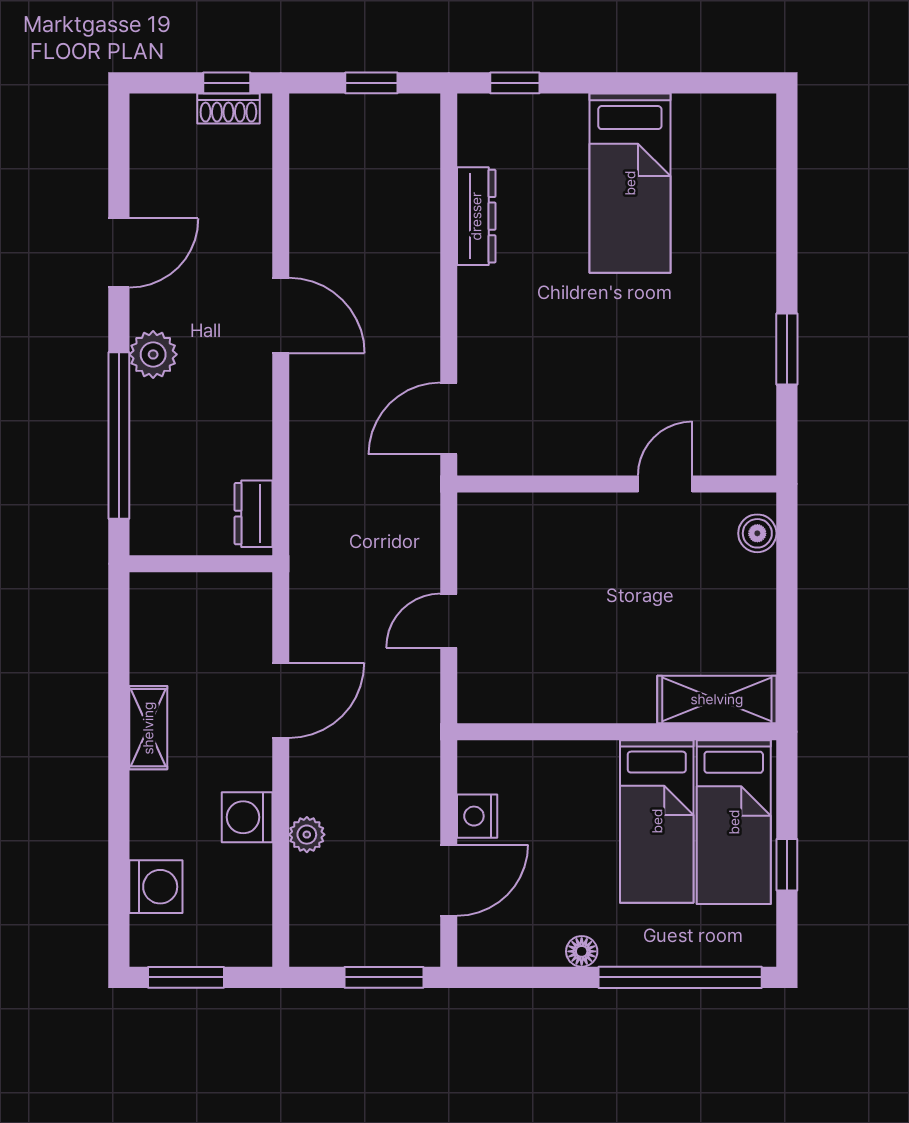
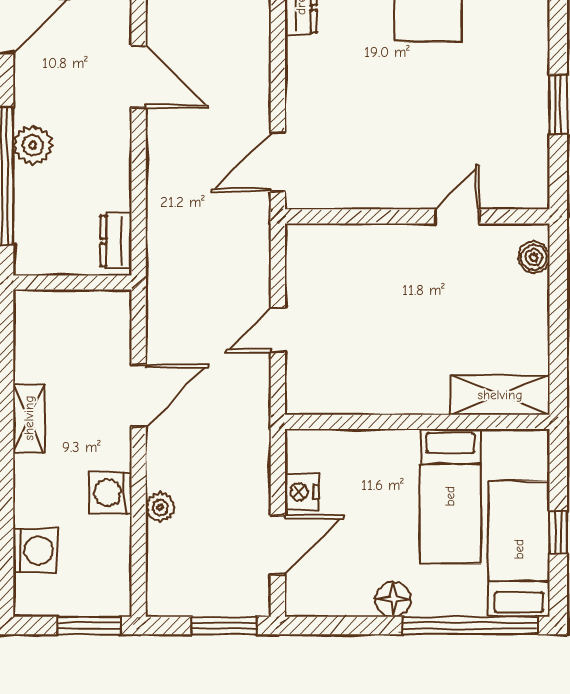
plant: (153, 354) -> (33, 145), moved
bed: (734, 822) -> (519, 549), moved, turned 180
floor lamp: (582, 951) -> (393, 599), width x1.37, depth x1.37
window: (186, 977) -> (89, 626), moved

